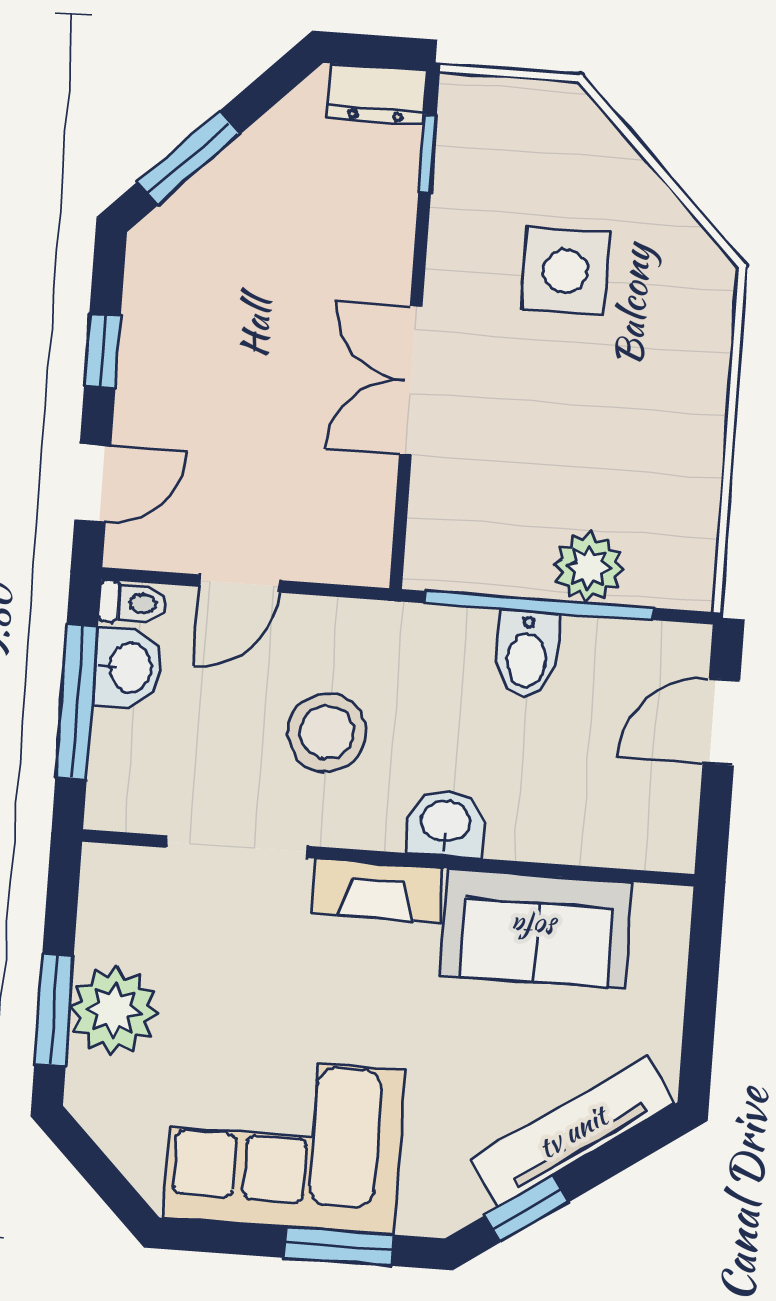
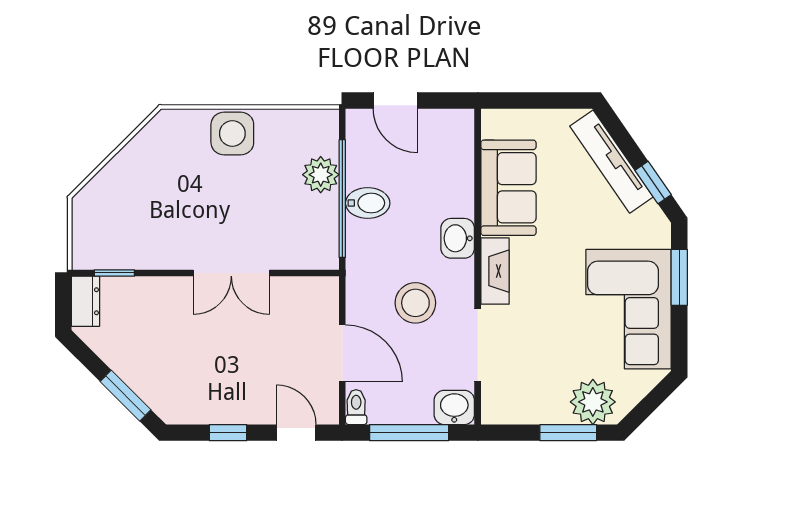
side table: (565, 271) -> (232, 133), moved
door: (239, 584) -> (342, 353), width x1.38
washbasin: (128, 668) -> (454, 407), moved
plant: (114, 1011) -> (593, 402), moved

